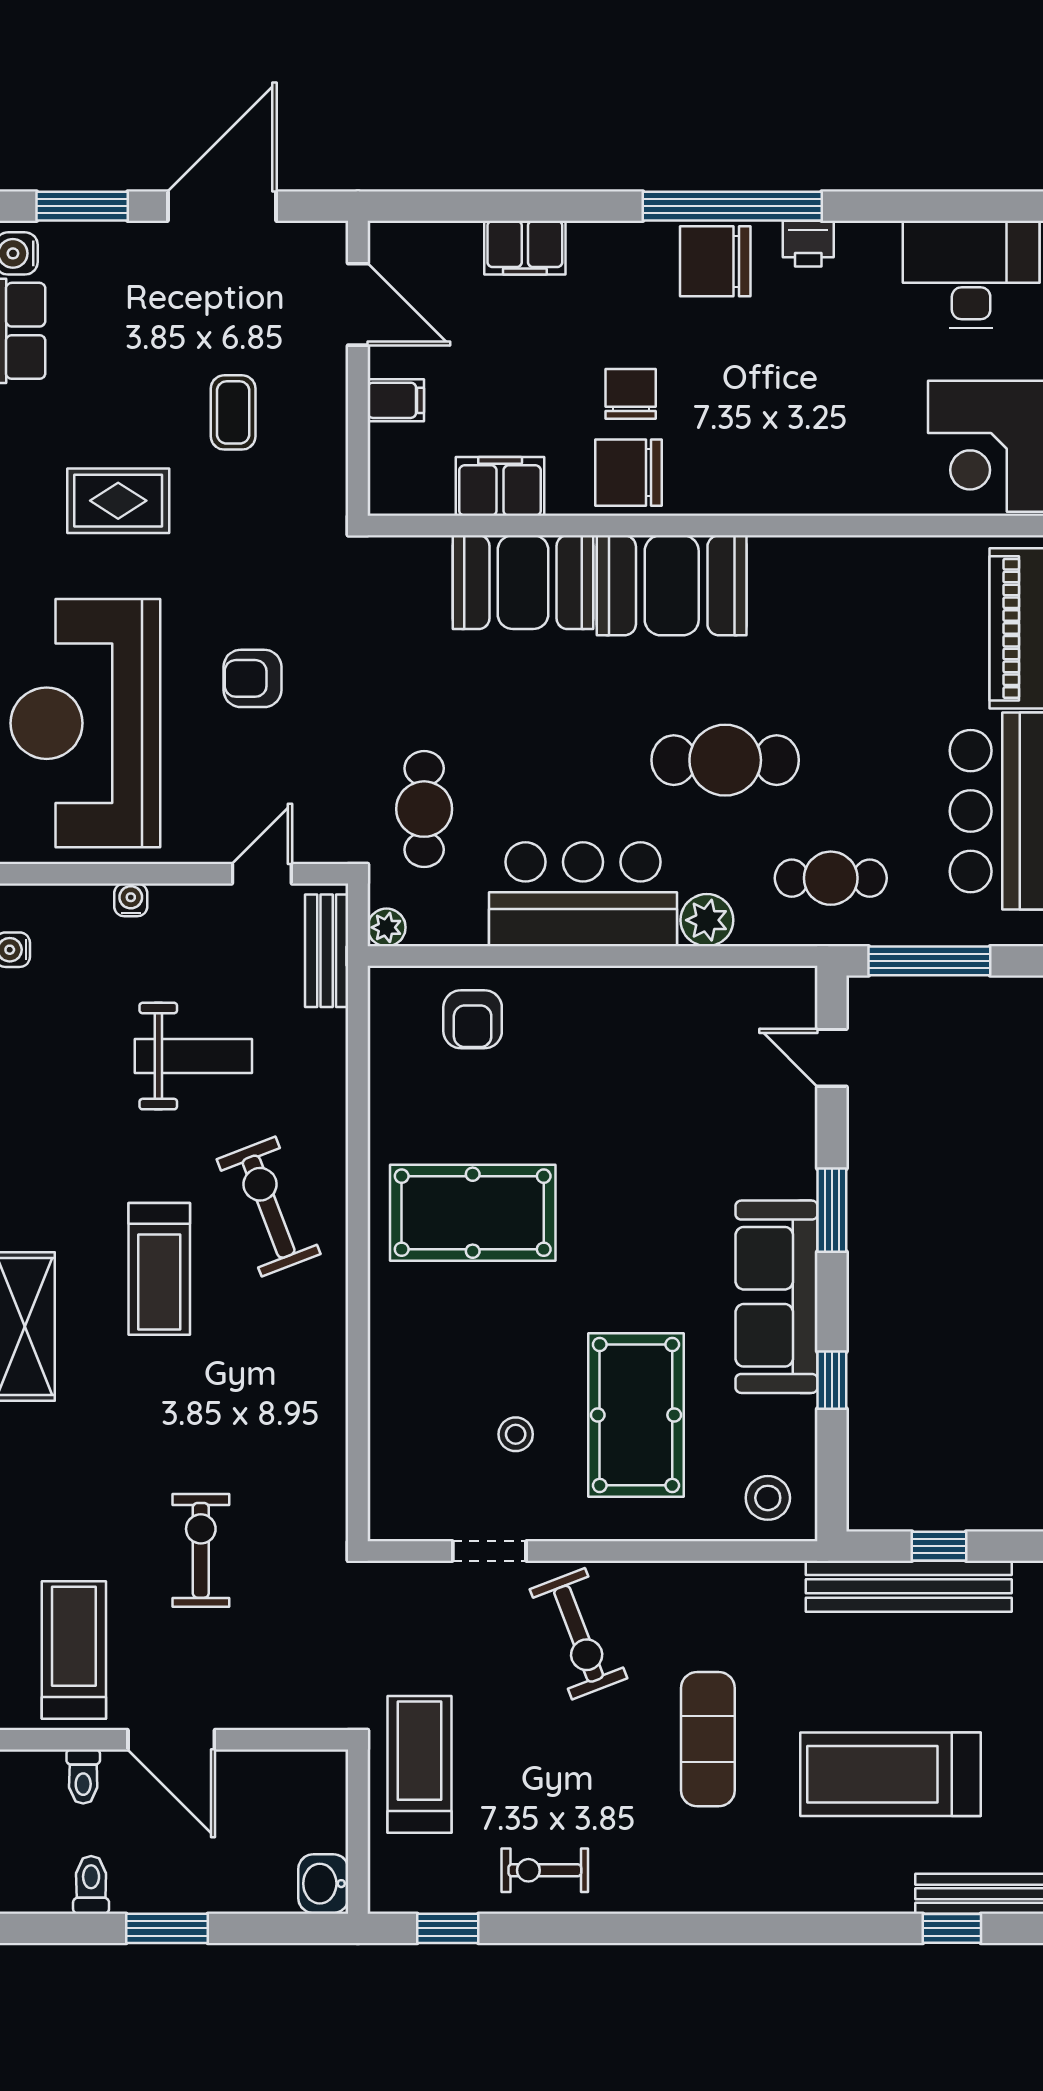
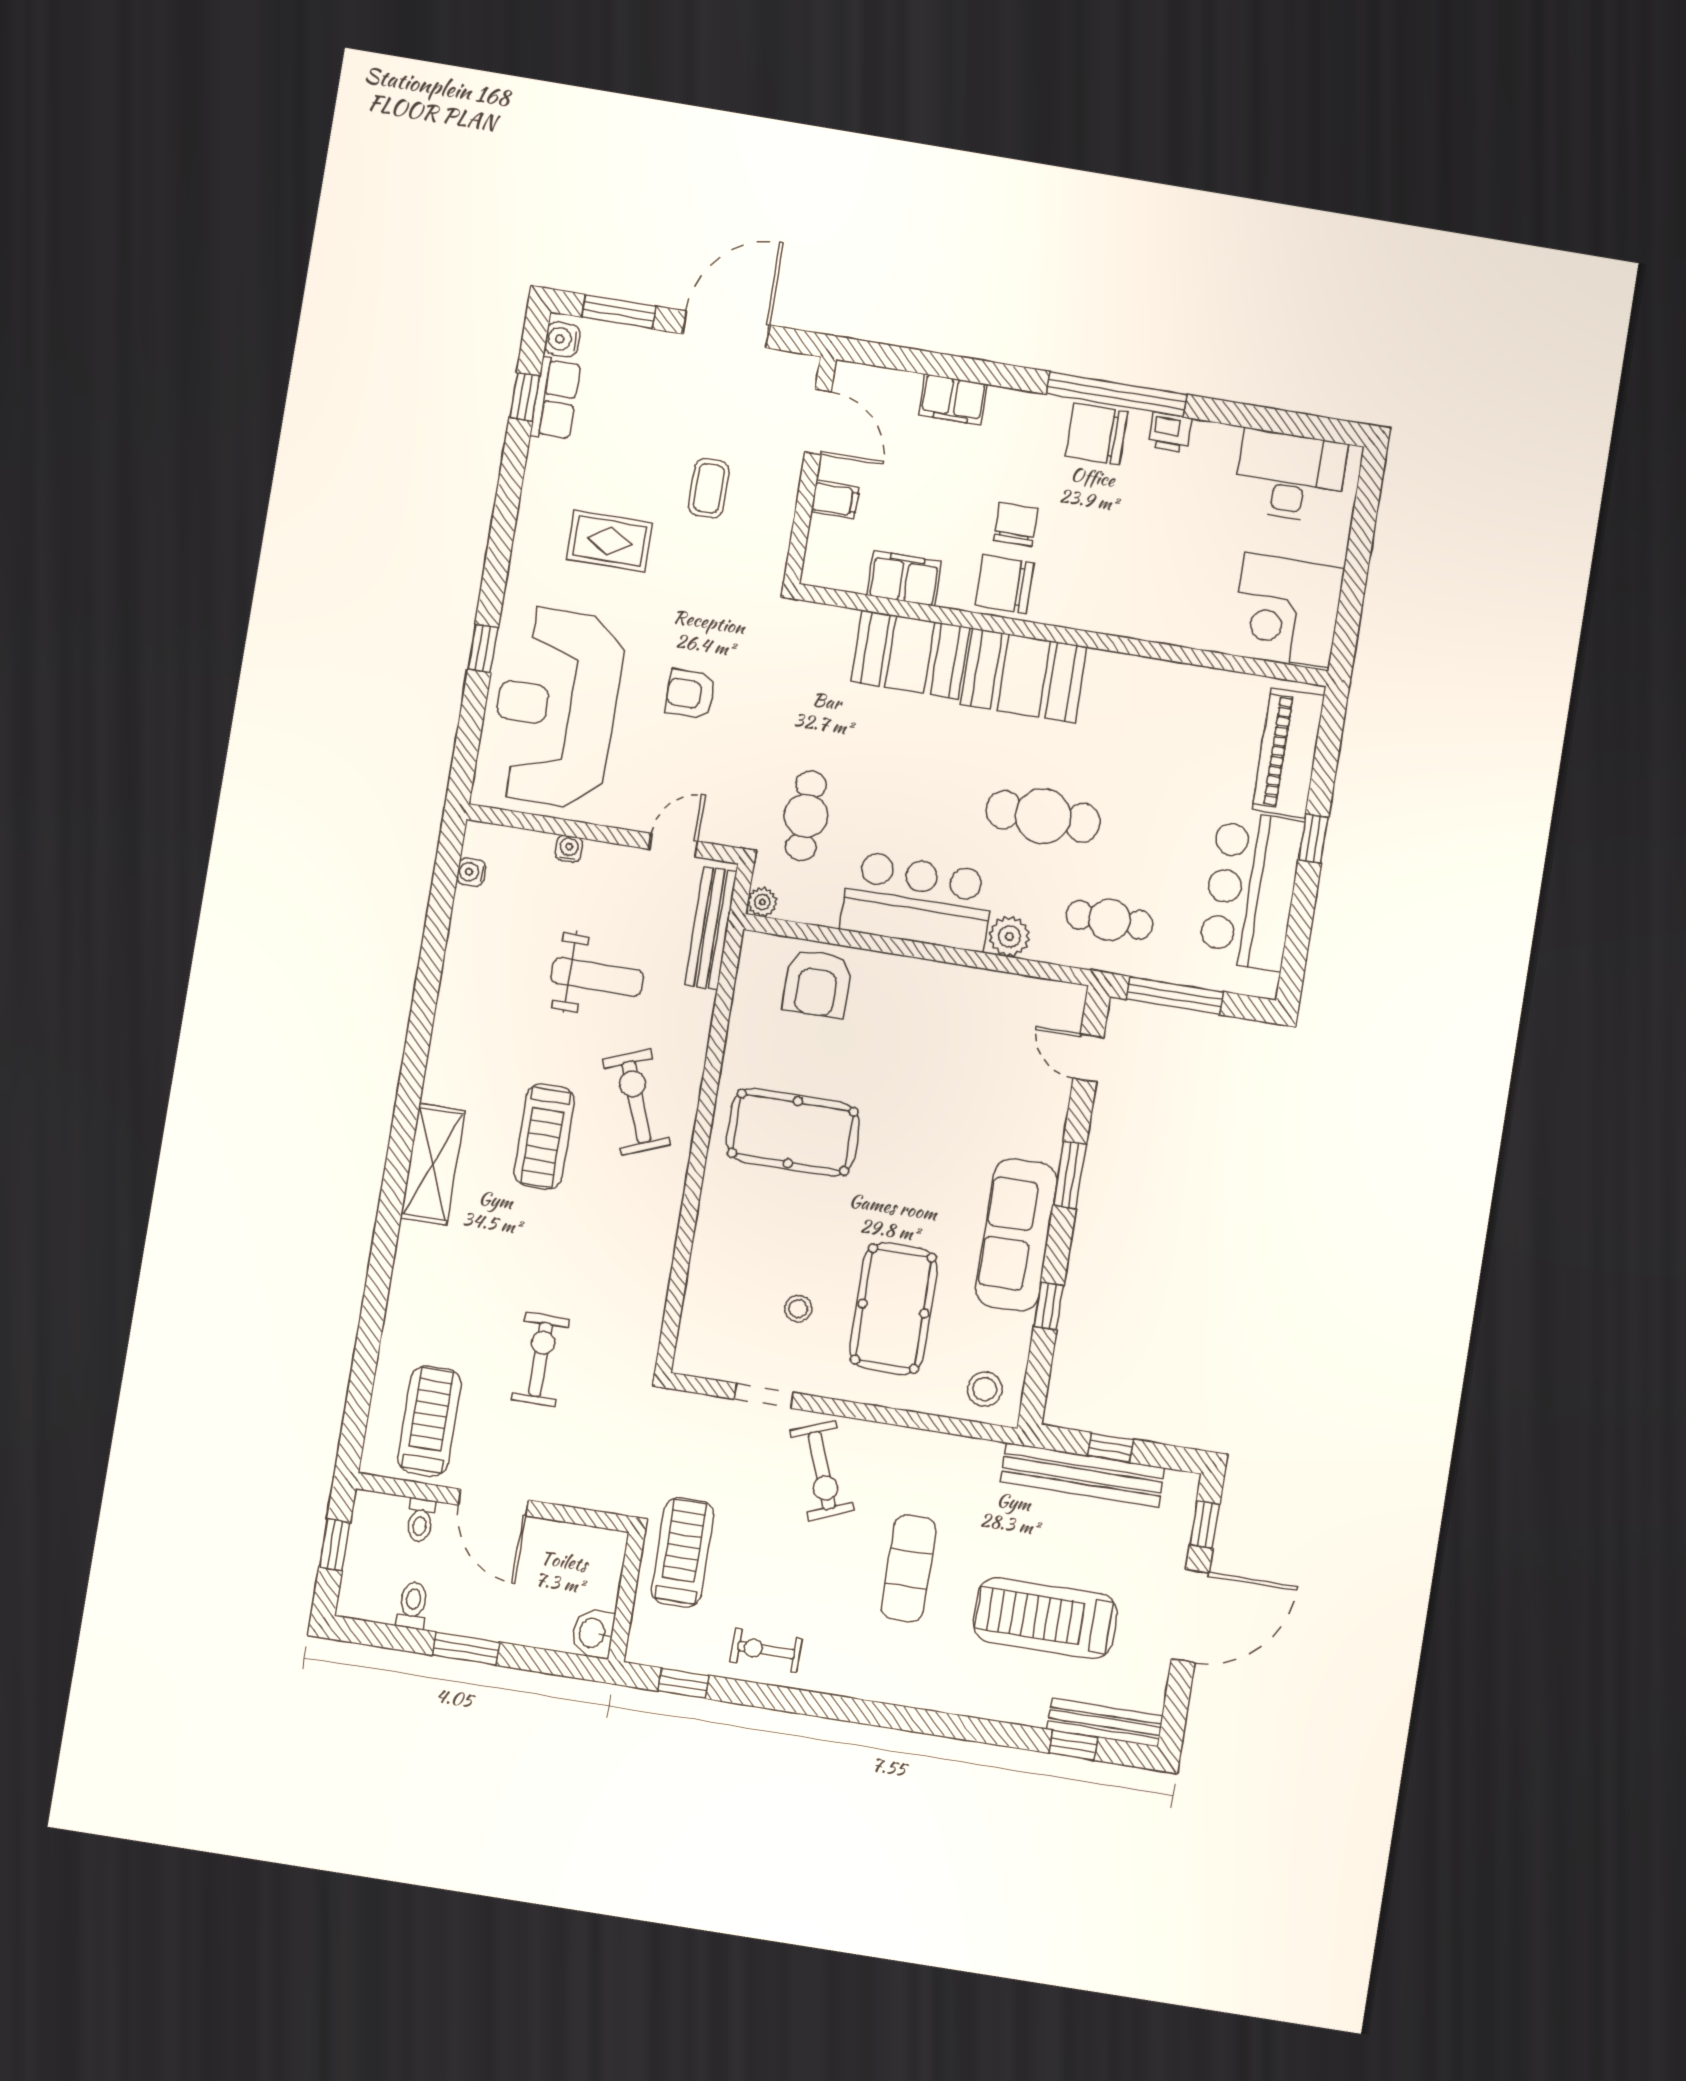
bench: (327, 951) -> (711, 928), width x1.36
armchair: (473, 1019) -> (817, 983), width x1.38, depth x1.38

